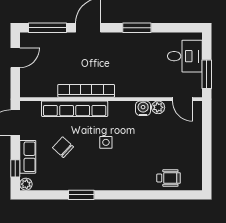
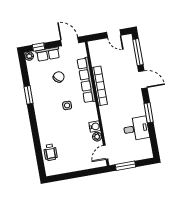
desk: (185, 56) -> (136, 129), moved, turned -90

